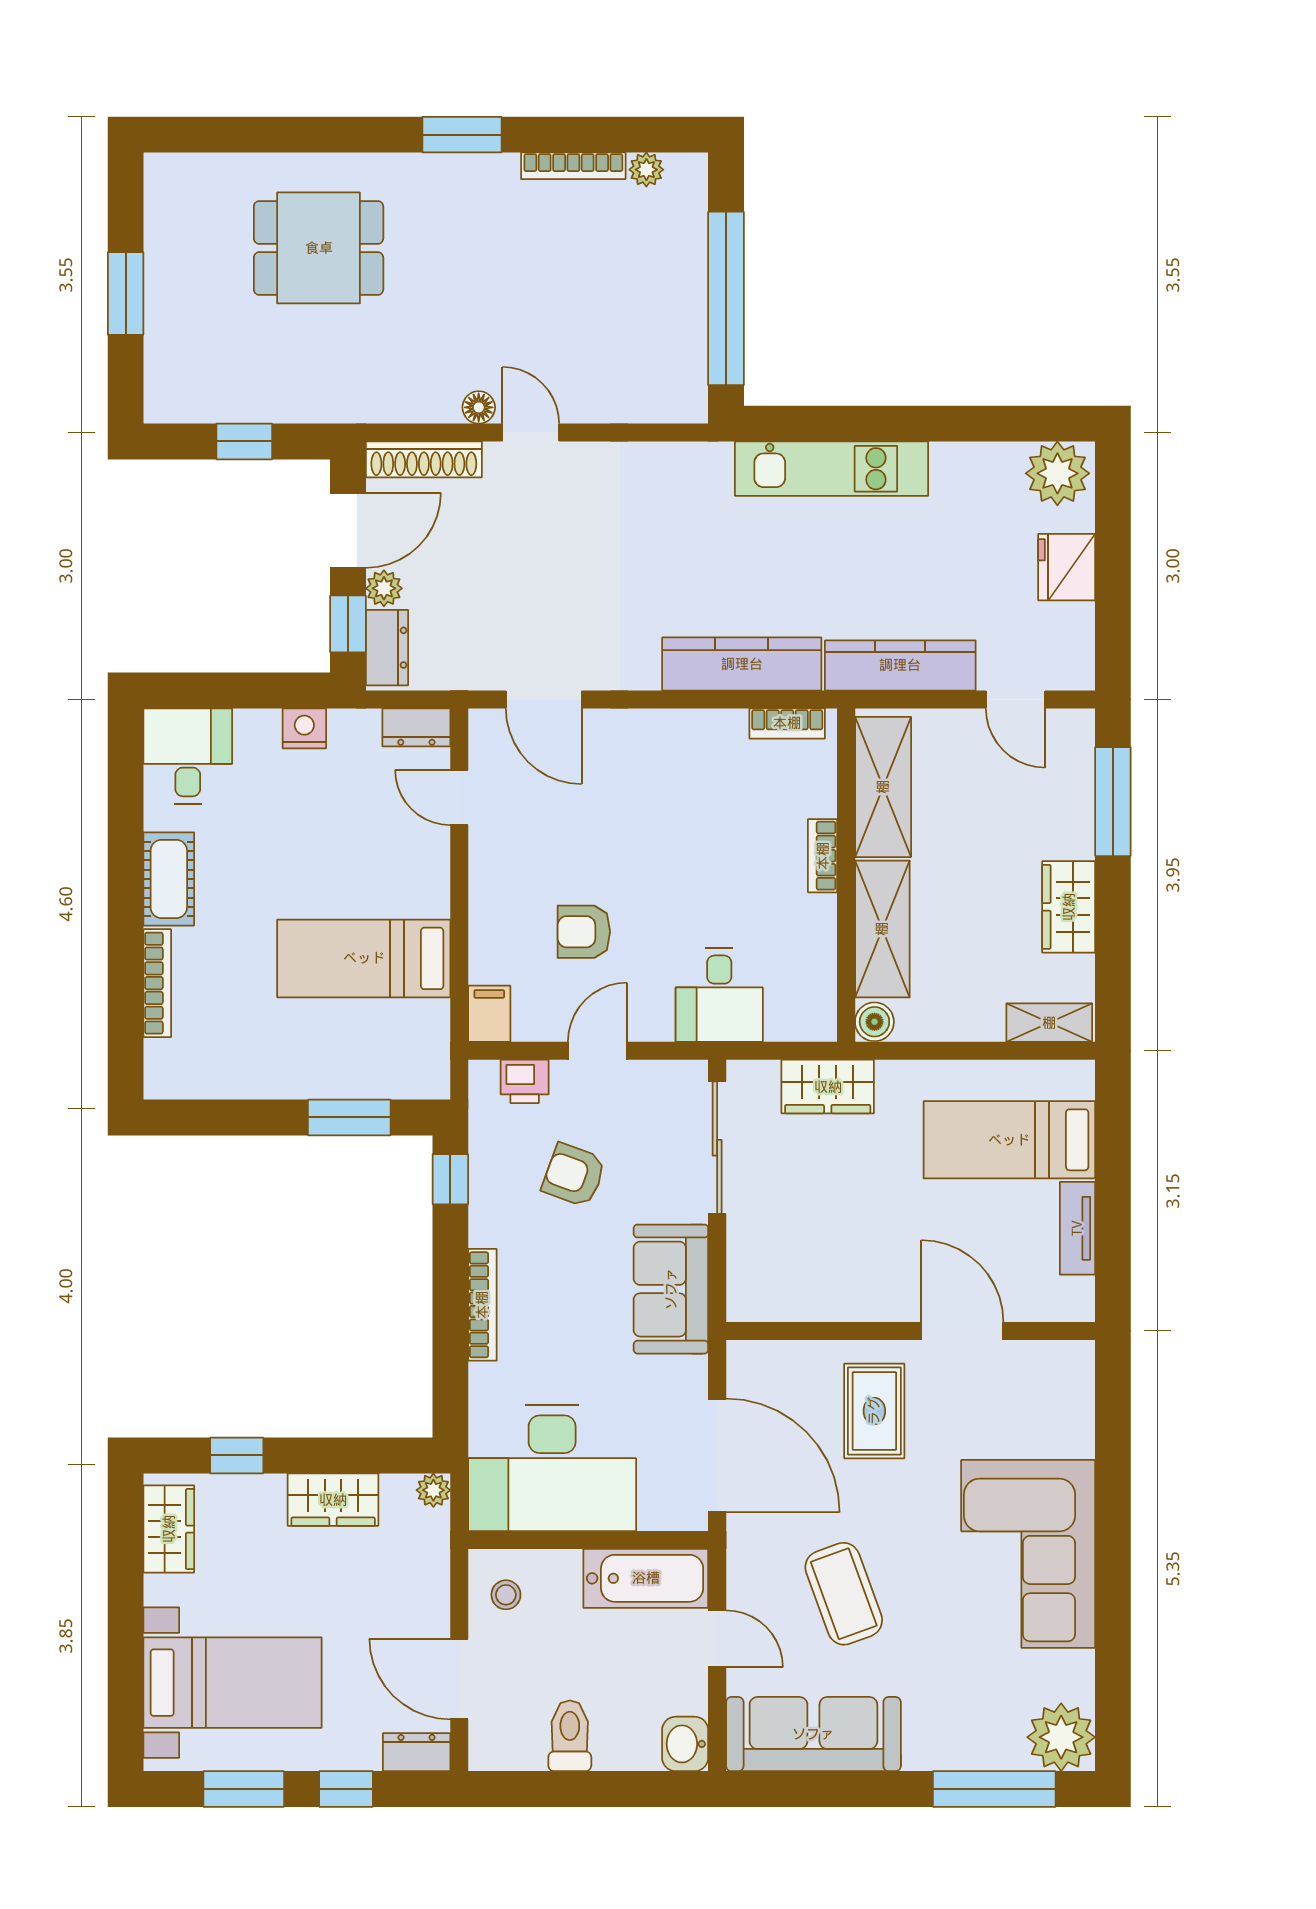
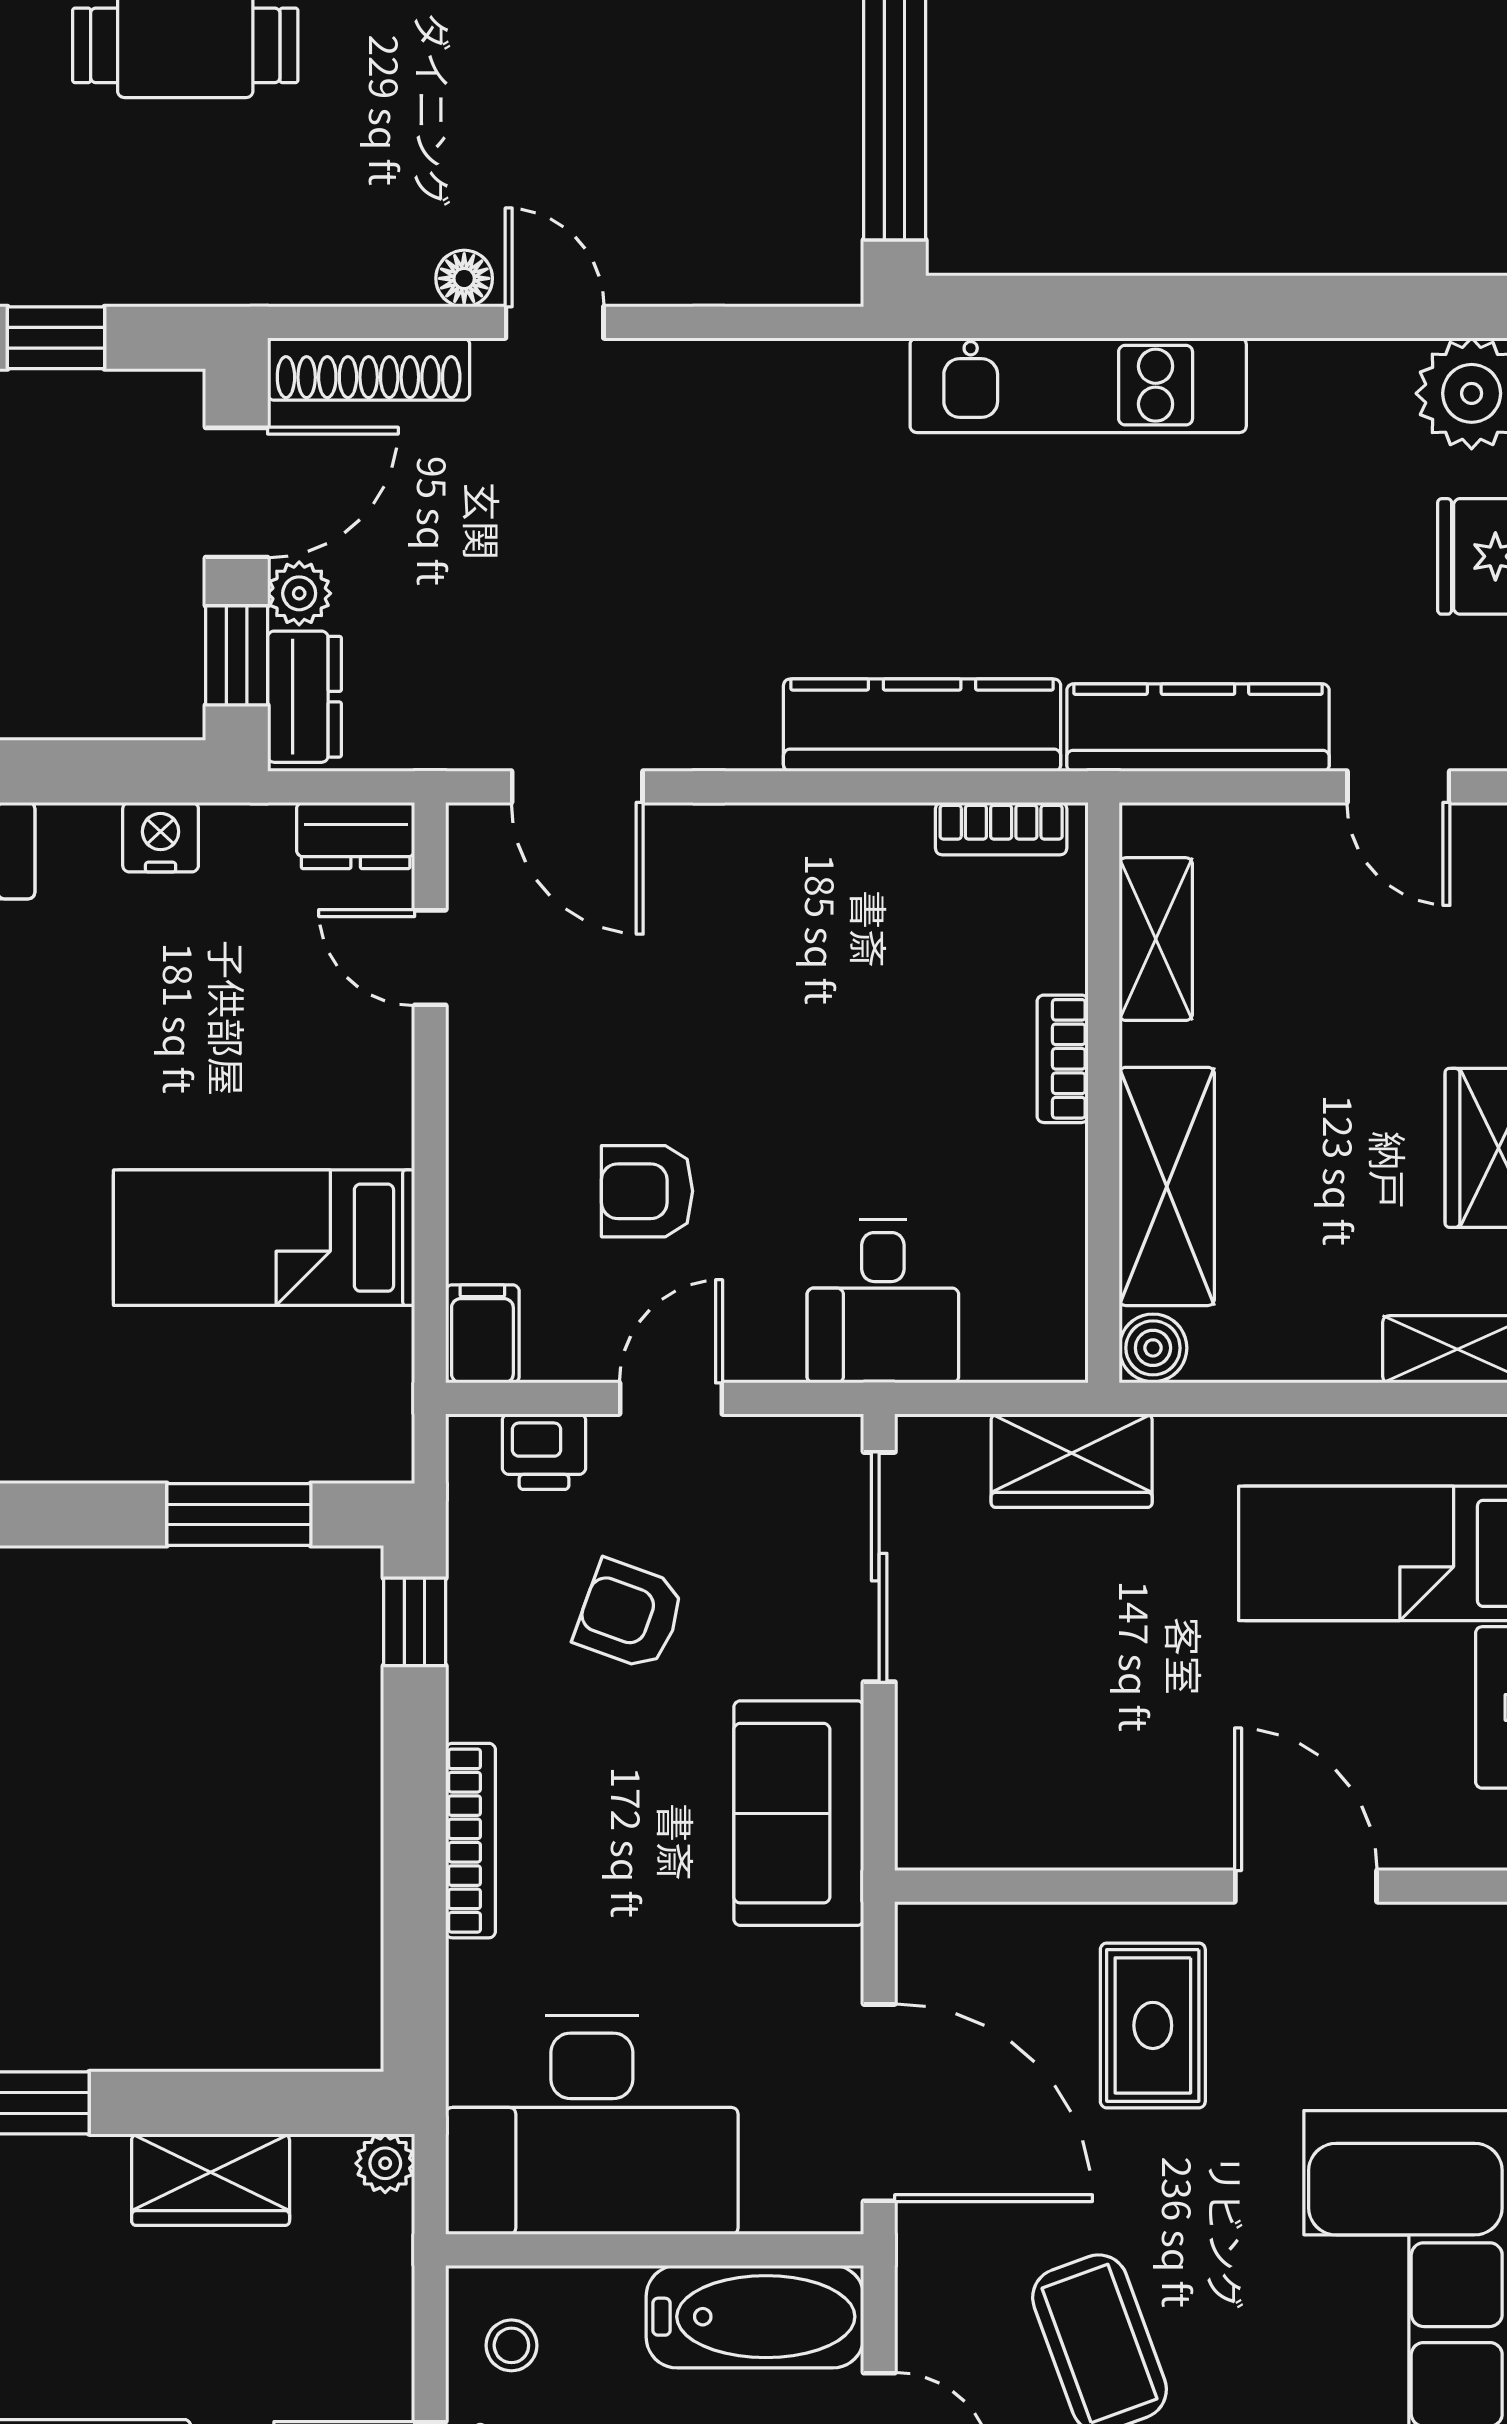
shelving: (883, 787) -> (1156, 939), width x0.67, depth x0.75

